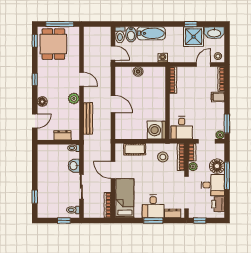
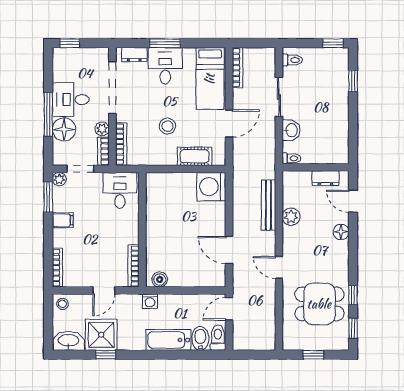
window: (60, 24) -> (313, 355), width x0.46
dining table: (53, 44) -> (319, 304), moved, turned 90
door: (113, 53) -> (229, 309), hinge flipped
door: (203, 65) -> (104, 291), moved
boiler: (138, 71) -> (160, 280), moved
window: (35, 79) -> (353, 295), moved
filing cabinet: (218, 97) -> (63, 220), moved
plant: (74, 98) -> (291, 217), moved
door: (113, 104) -> (229, 250), moved
door: (35, 121) -> (353, 201), hinge flipped
washing machine: (156, 130) -> (211, 187), moved, turned 180
dresser: (63, 135) -> (325, 178), moved
stool: (163, 157) -> (167, 126), moved
door: (113, 170) -> (229, 123), hinge flipped
printer: (218, 204) -> (62, 69), removed
window: (64, 221) -> (333, 43), moved
window: (200, 221) -> (70, 43), moved

